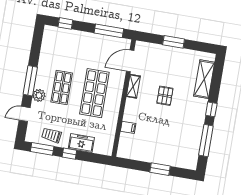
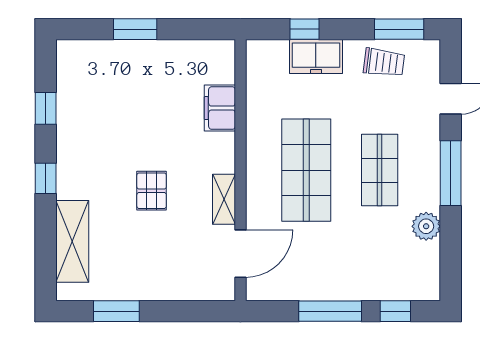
window: (109, 31) -> (330, 311), moved
window: (174, 42) -> (116, 311), moved
plant: (39, 95) -> (426, 226), moved
filing cabinet: (128, 127) -> (220, 108), width x2.00
window: (206, 140) -> (46, 108), width x0.46
window: (69, 154) -> (305, 29), moved

